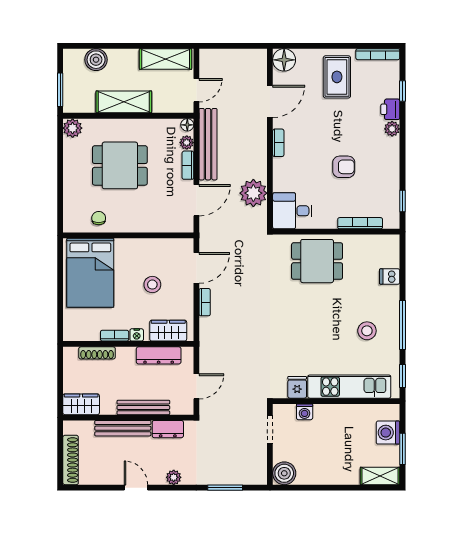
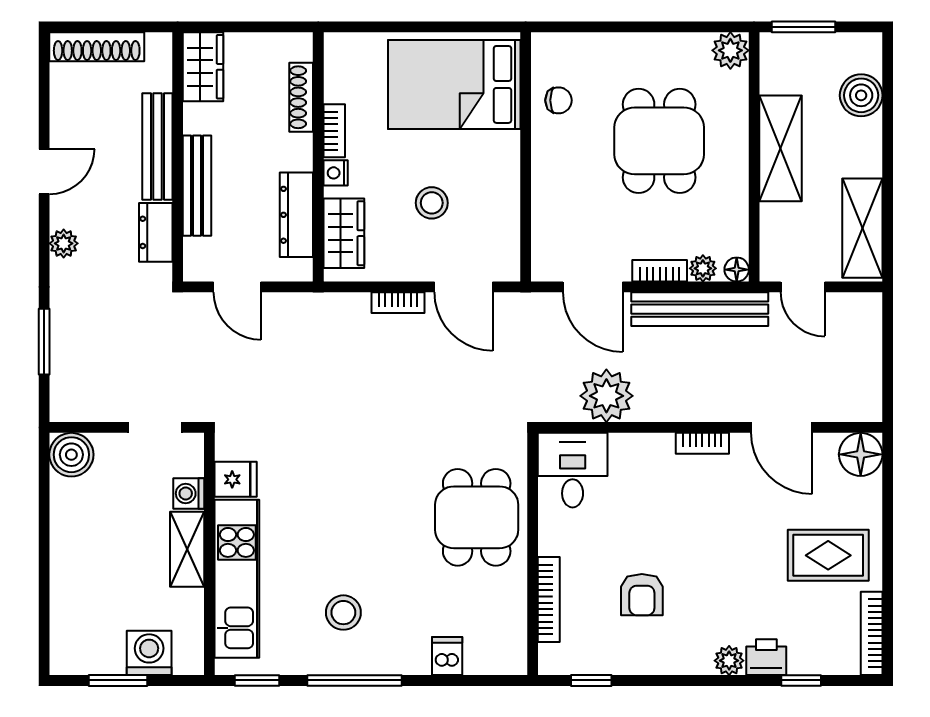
armchair: (344, 167) -> (642, 595), moved
shelving: (380, 476) -> (187, 549), moved

